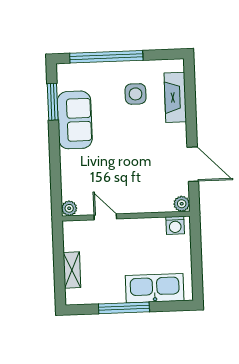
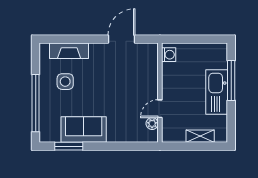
plant: (182, 204) -> (152, 49), removed
plant: (69, 208) -> (152, 124), moved
kitchen sink: (155, 288) -> (217, 92), moved
window: (124, 308) -> (231, 81), moved

